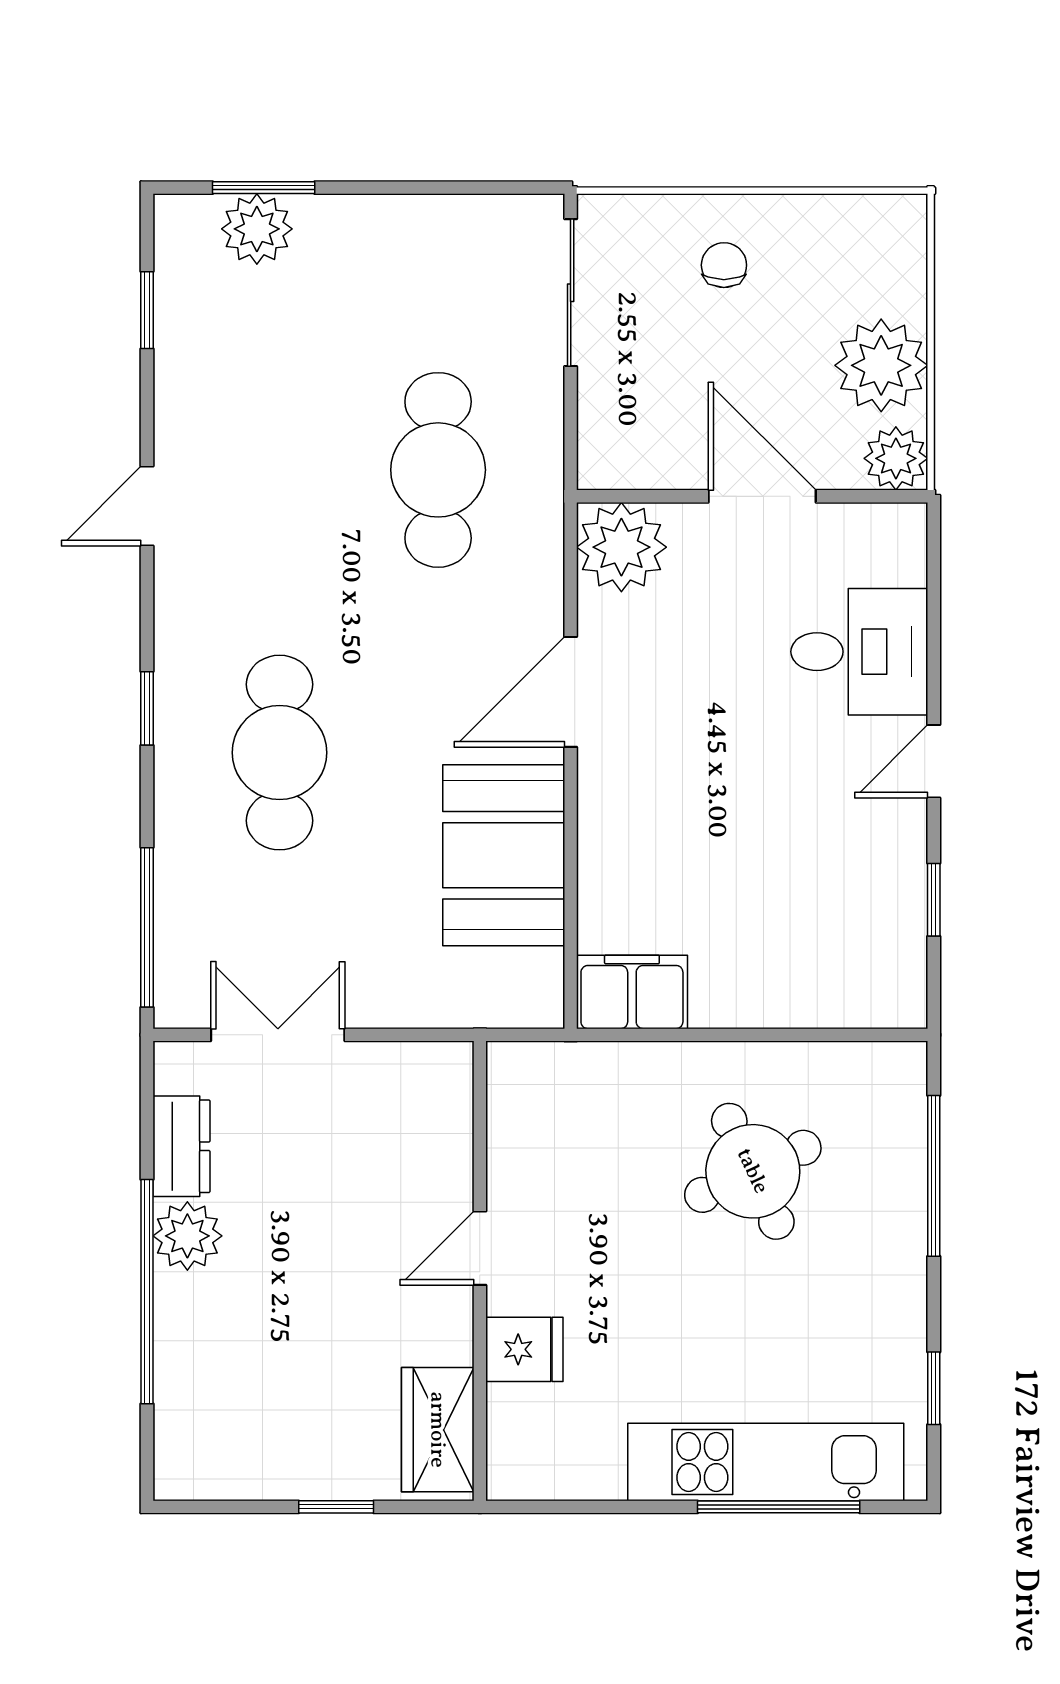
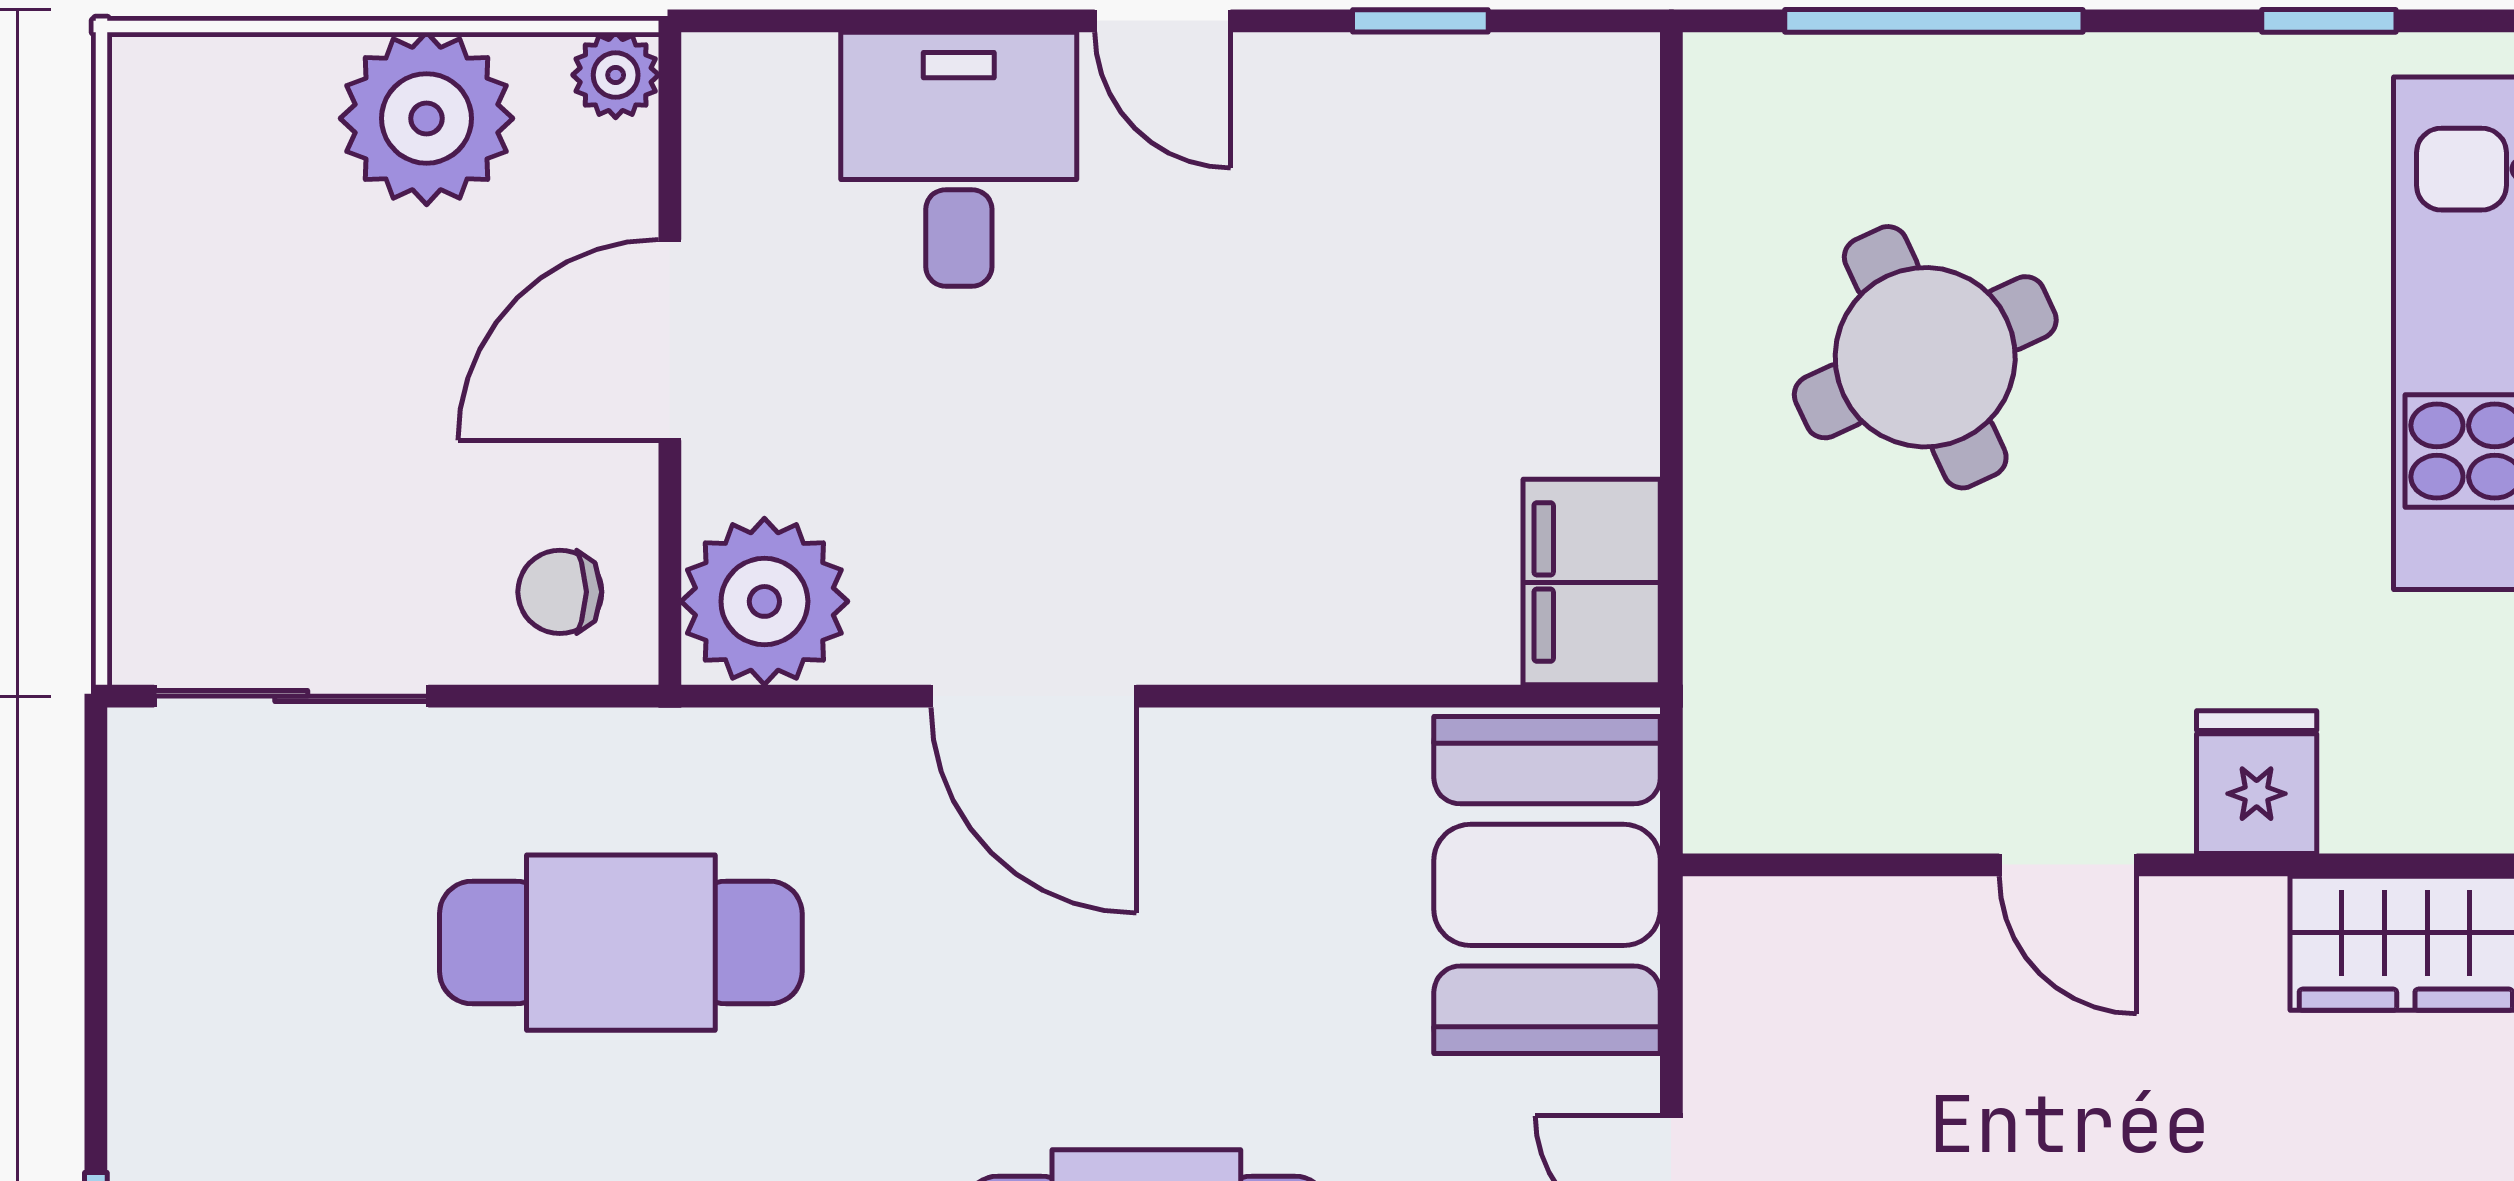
chair: (724, 265) -> (560, 592), moved
plant: (896, 458) -> (616, 75), width x0.73, depth x0.73
booth: (504, 855) -> (1547, 885), moved, turned 90

